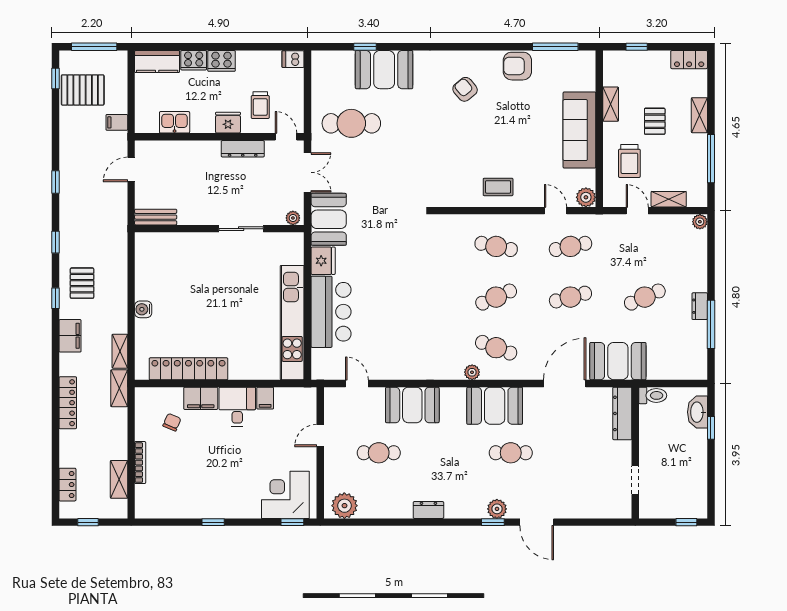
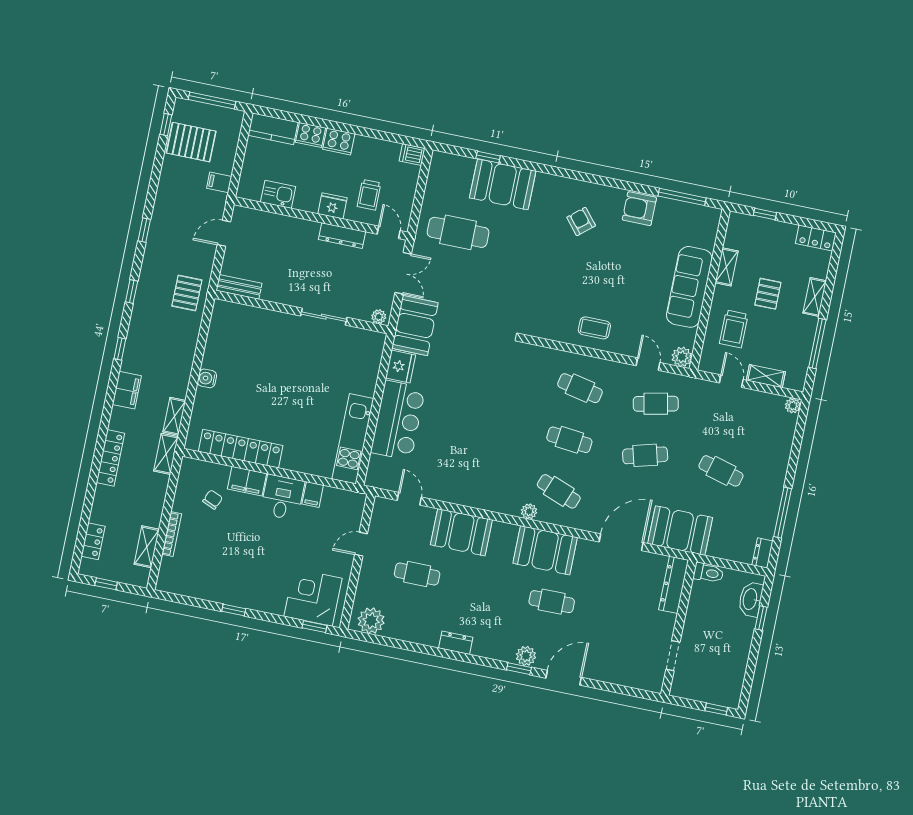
pallet: (82, 283) -> (187, 293), moved
cafe table: (496, 297) -> (569, 440), turned 30
cafe table: (645, 297) -> (721, 471), turned 39
dresser: (700, 306) -> (762, 553), moved
kitchen unit: (292, 323) -> (353, 439), width x0.73
door: (537, 522) -> (564, 678), swing flipped

